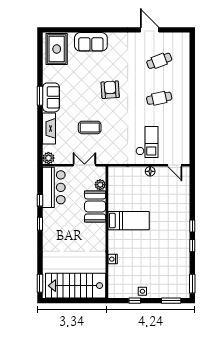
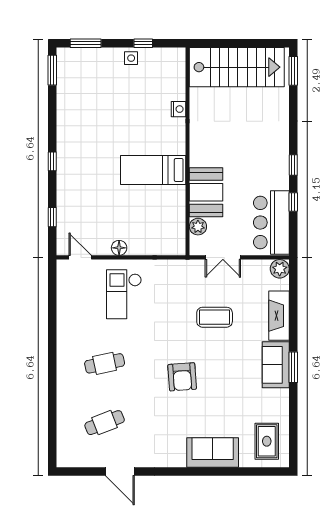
rug: (57, 49) -> (267, 441), width x0.73, depth x0.70
window: (192, 246) -> (52, 217), moved

